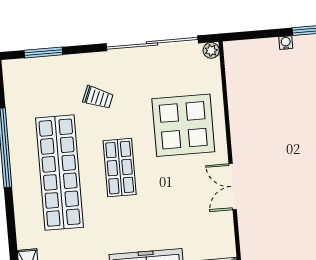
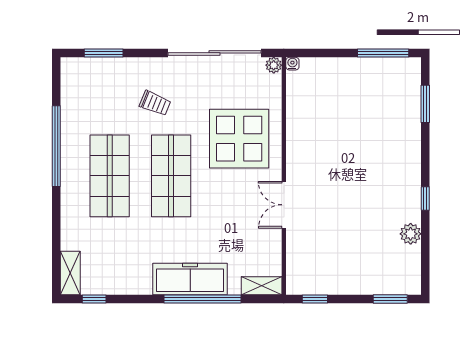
water cooler: (286, 43) -> (292, 64), moved
shop shelf: (120, 168) -> (171, 176), width x1.43, depth x1.36
shop shelf: (60, 173) -> (110, 176), width x0.71

